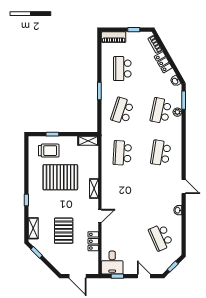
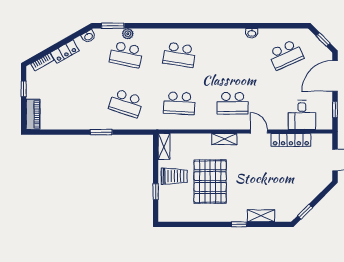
school desk: (122, 69) -> (233, 103), moved
trolley: (49, 151) -> (174, 176), moved, turned 90
door: (184, 187) -> (222, 26), removed
shelving: (33, 228) -> (261, 216), moved
pallet: (64, 231) -> (278, 177), removed
locker: (93, 241) -> (291, 140), width x1.53
desk: (112, 263) -> (302, 115), moved, turned 90
door: (144, 276) -> (335, 76), width x1.88

